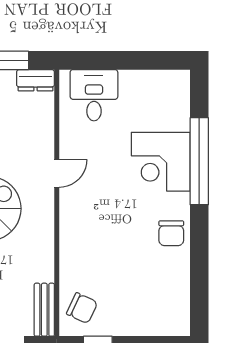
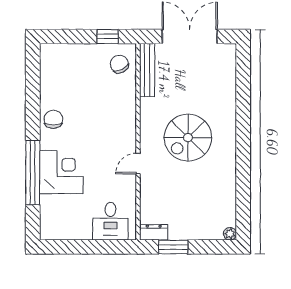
chair: (82, 308) -> (119, 64), turned 39
bench: (44, 310) -> (147, 70), width x1.36

